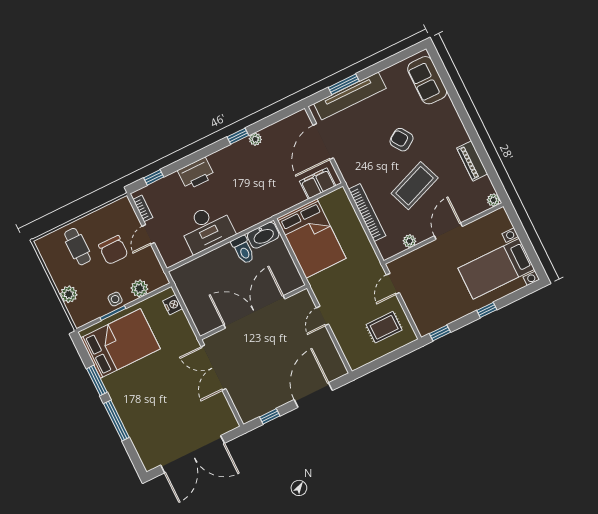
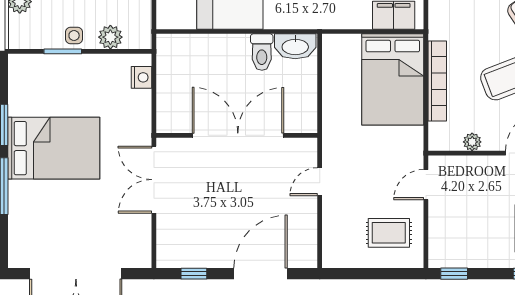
bed: (311, 238) -> (393, 79), moved
bed: (120, 343) -> (54, 148), moved

